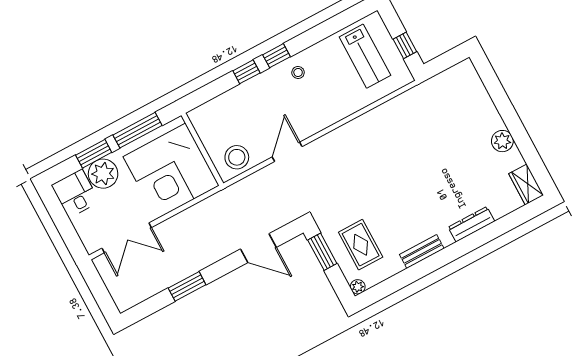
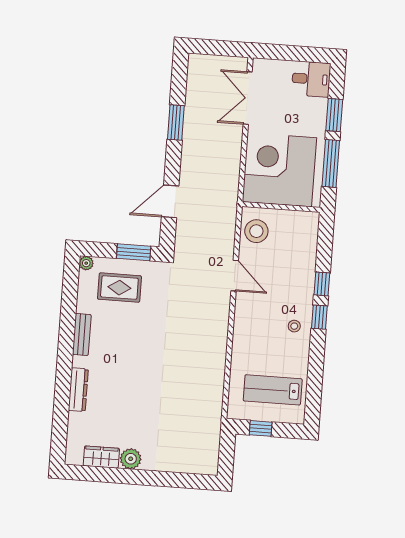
plant: (103, 174) -> (313, 112), removed
wardrobe: (526, 184) -> (101, 457), moved

